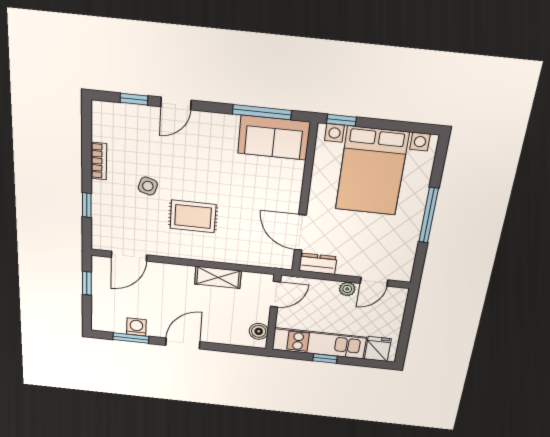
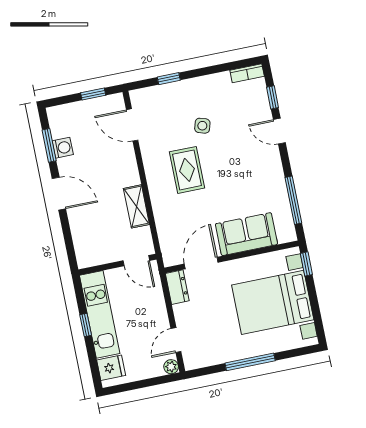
sofa: (274, 138) -> (246, 234), moved, turned 90
bookcase: (99, 161) -> (247, 73), moved
door: (374, 282) -> (176, 340), hinge flipped
plant: (347, 289) -> (171, 367), moved
boiler: (259, 331) -> (94, 257), removed

